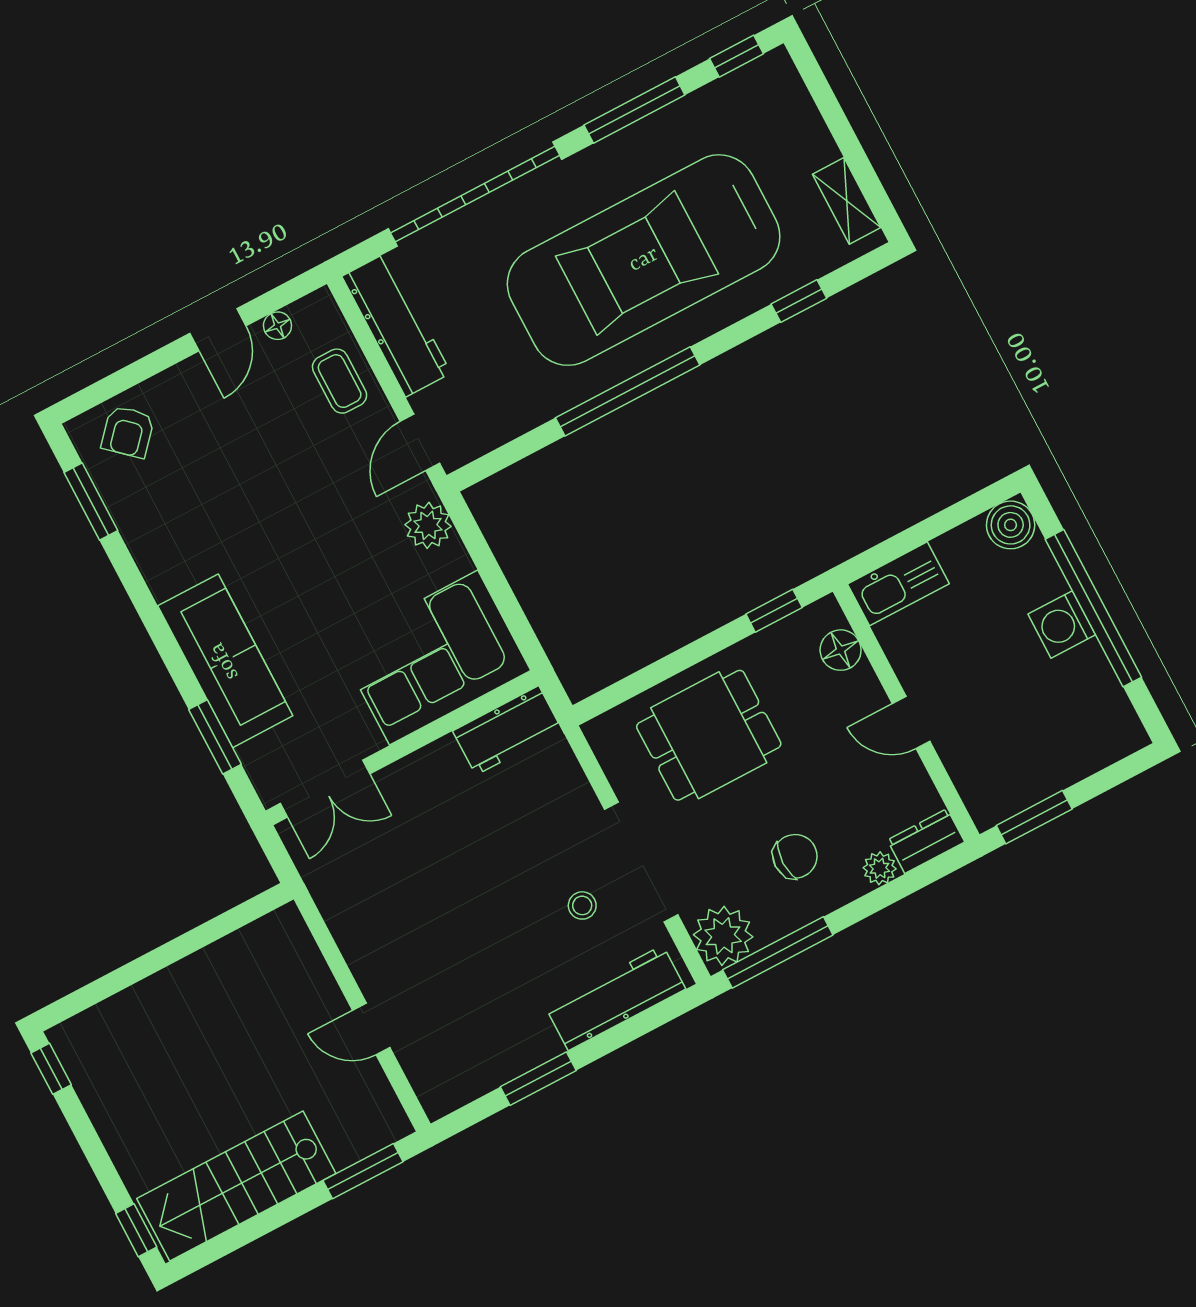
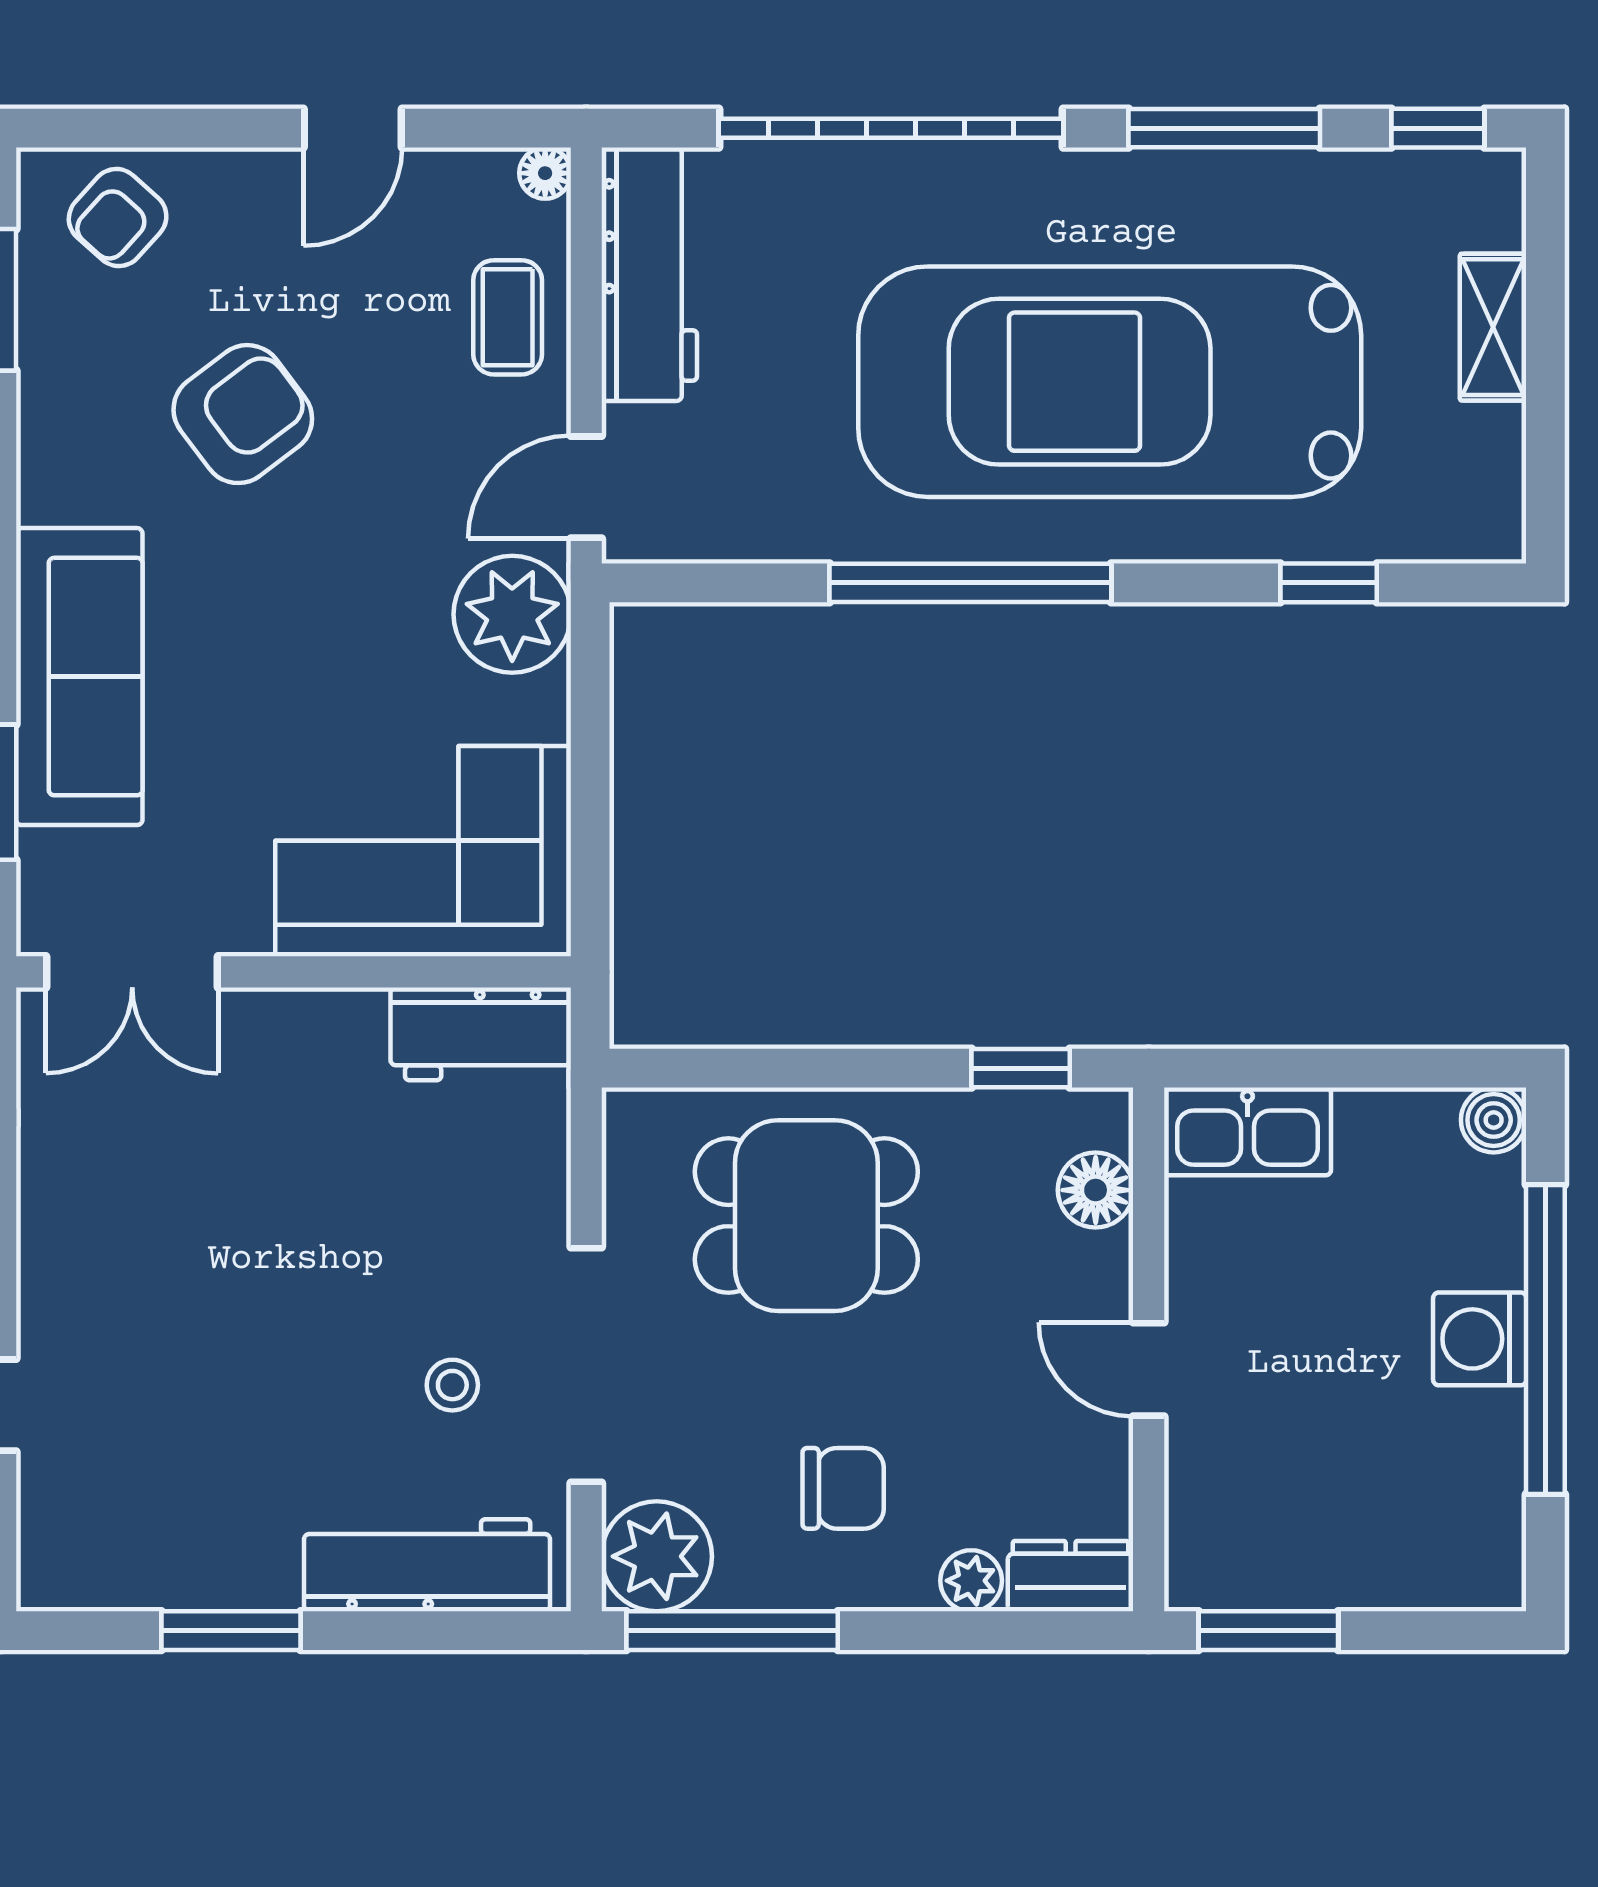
shelving: (847, 201) -> (1493, 327), moved
floor lamp: (277, 326) -> (545, 173), moved
armchair: (237, 494) -> (243, 414), added
plant: (428, 525) -> (512, 614), width x1.36, depth x1.36
boiler: (1011, 525) -> (1494, 1120), width x0.73, depth x0.73

